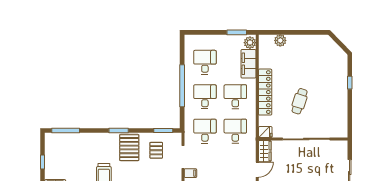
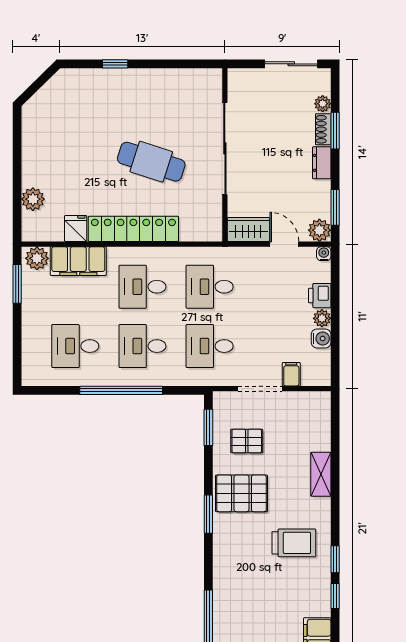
cafe table: (300, 101) -> (151, 162), width x1.37, depth x1.35
fridge: (265, 132) -> (76, 228), moved

